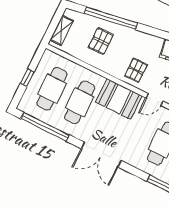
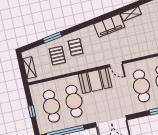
window: (111, 18) -> (52, 38), width x0.47
pallet: (136, 70) -> (76, 47), moved
door: (154, 100) -> (116, 64), hinge flipped

